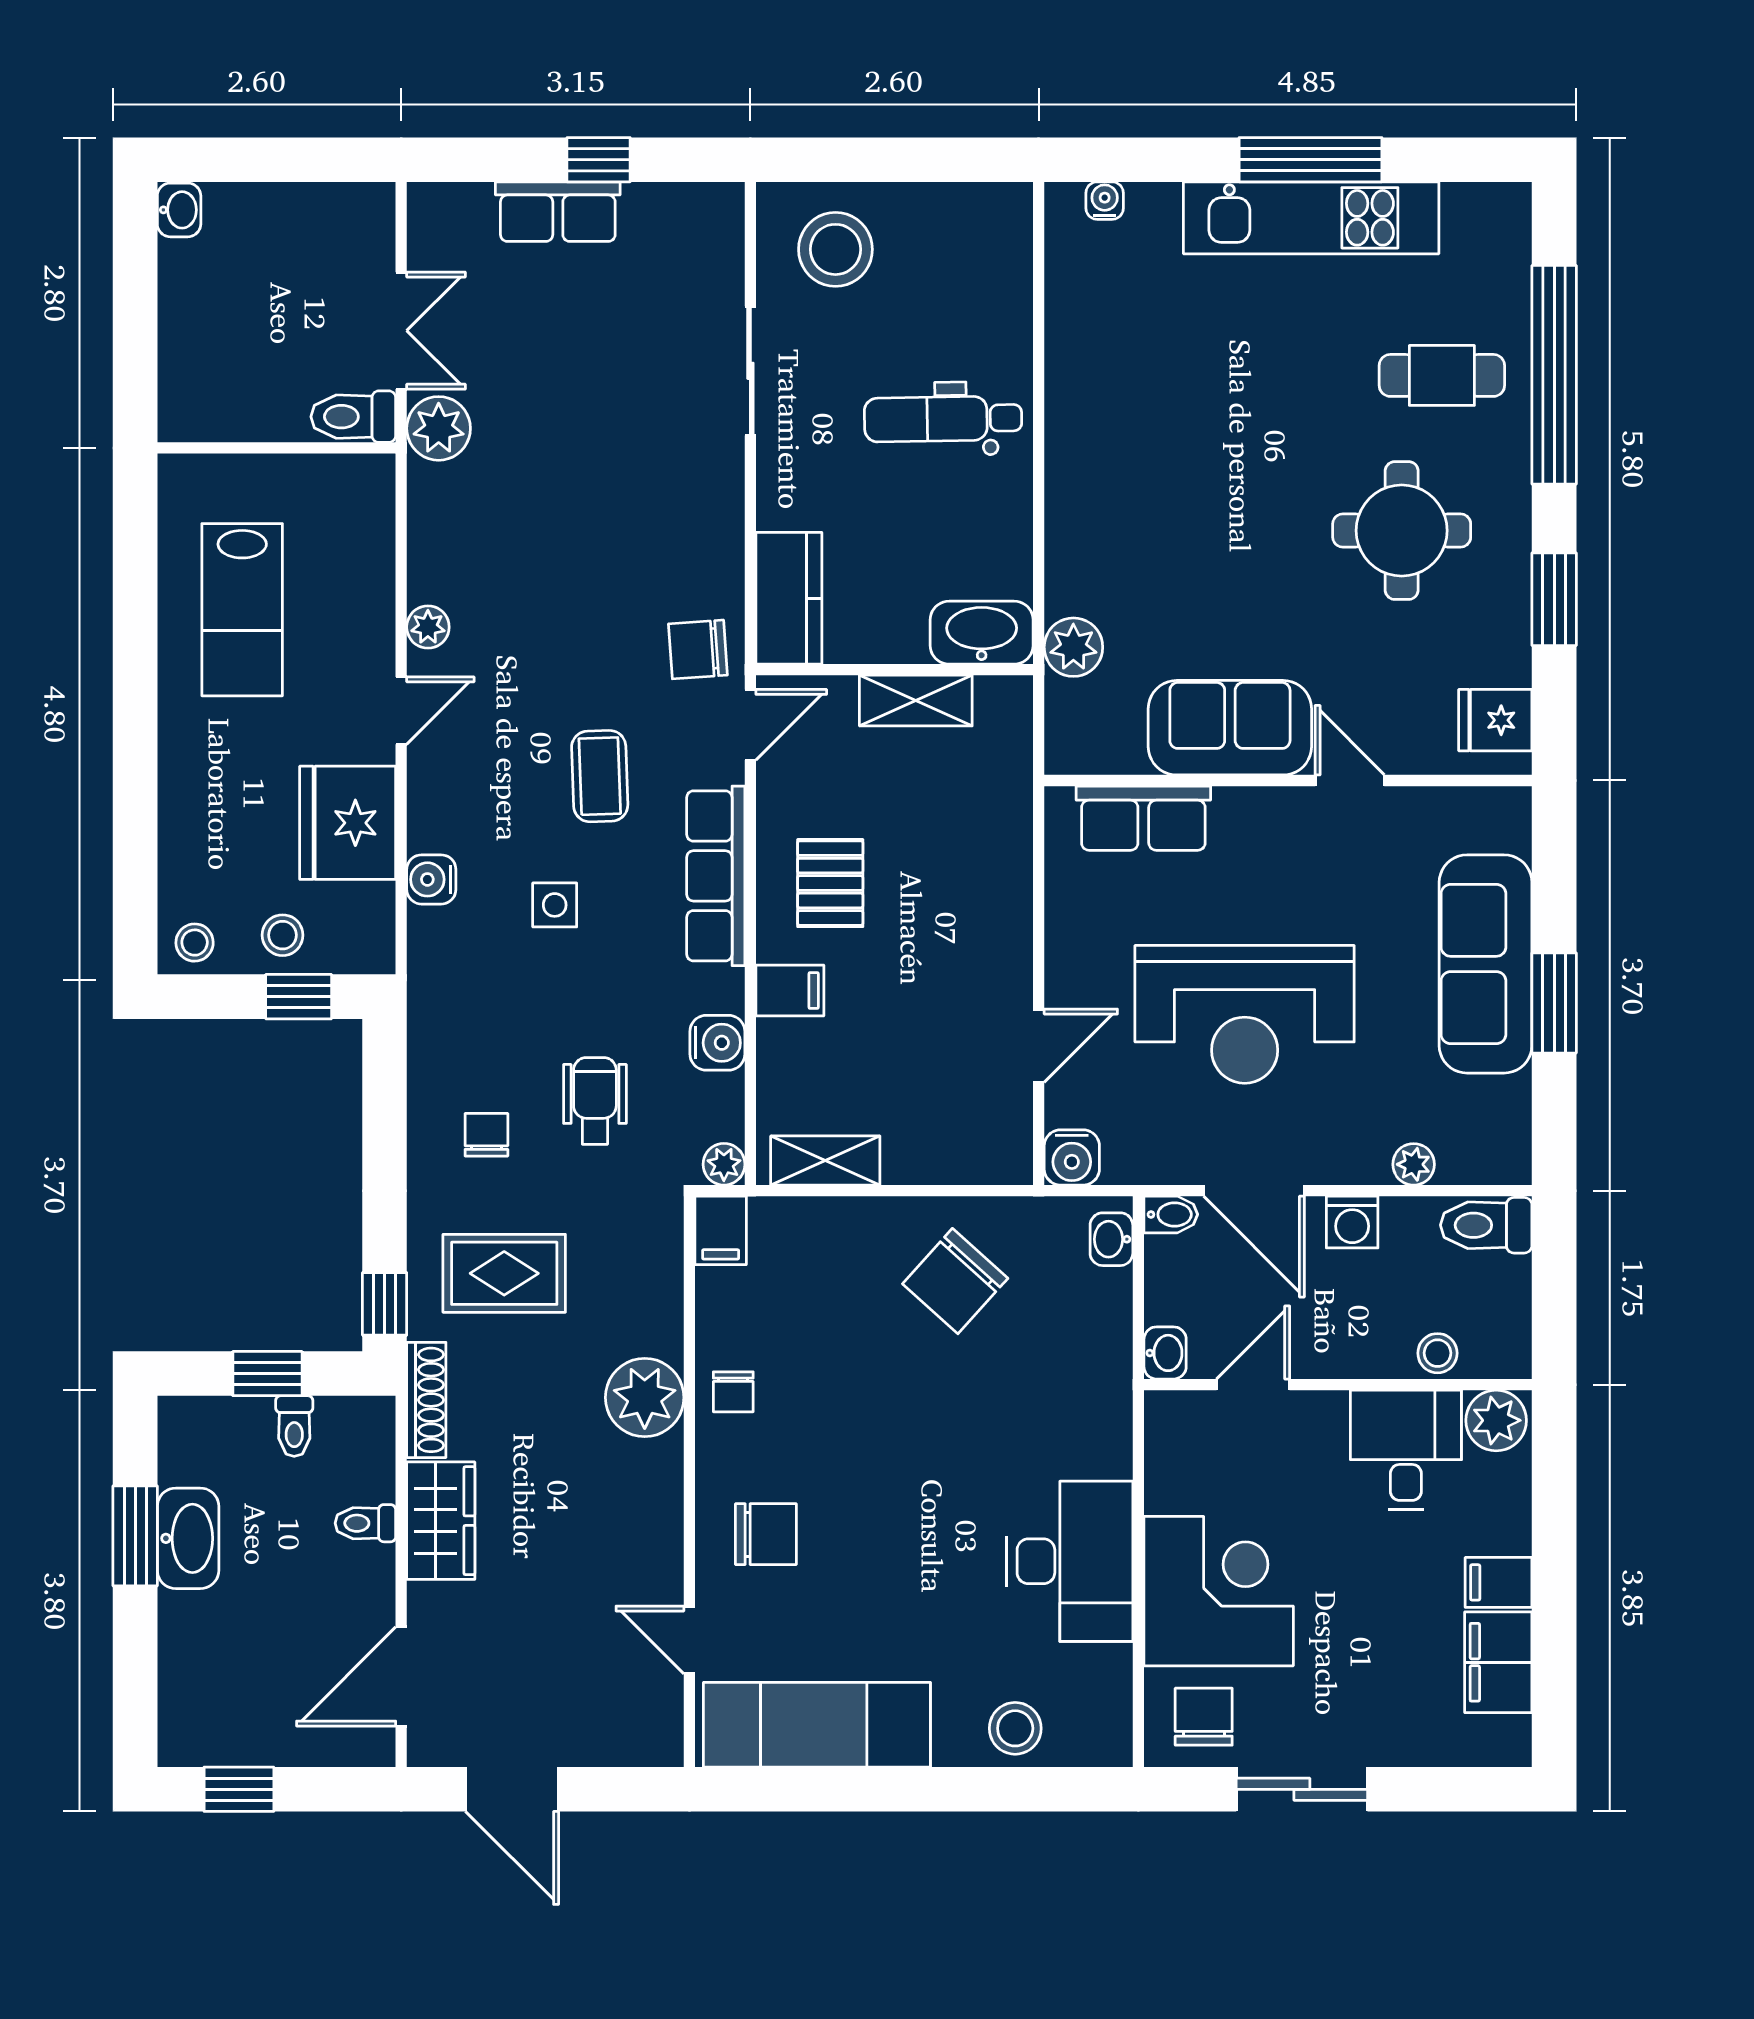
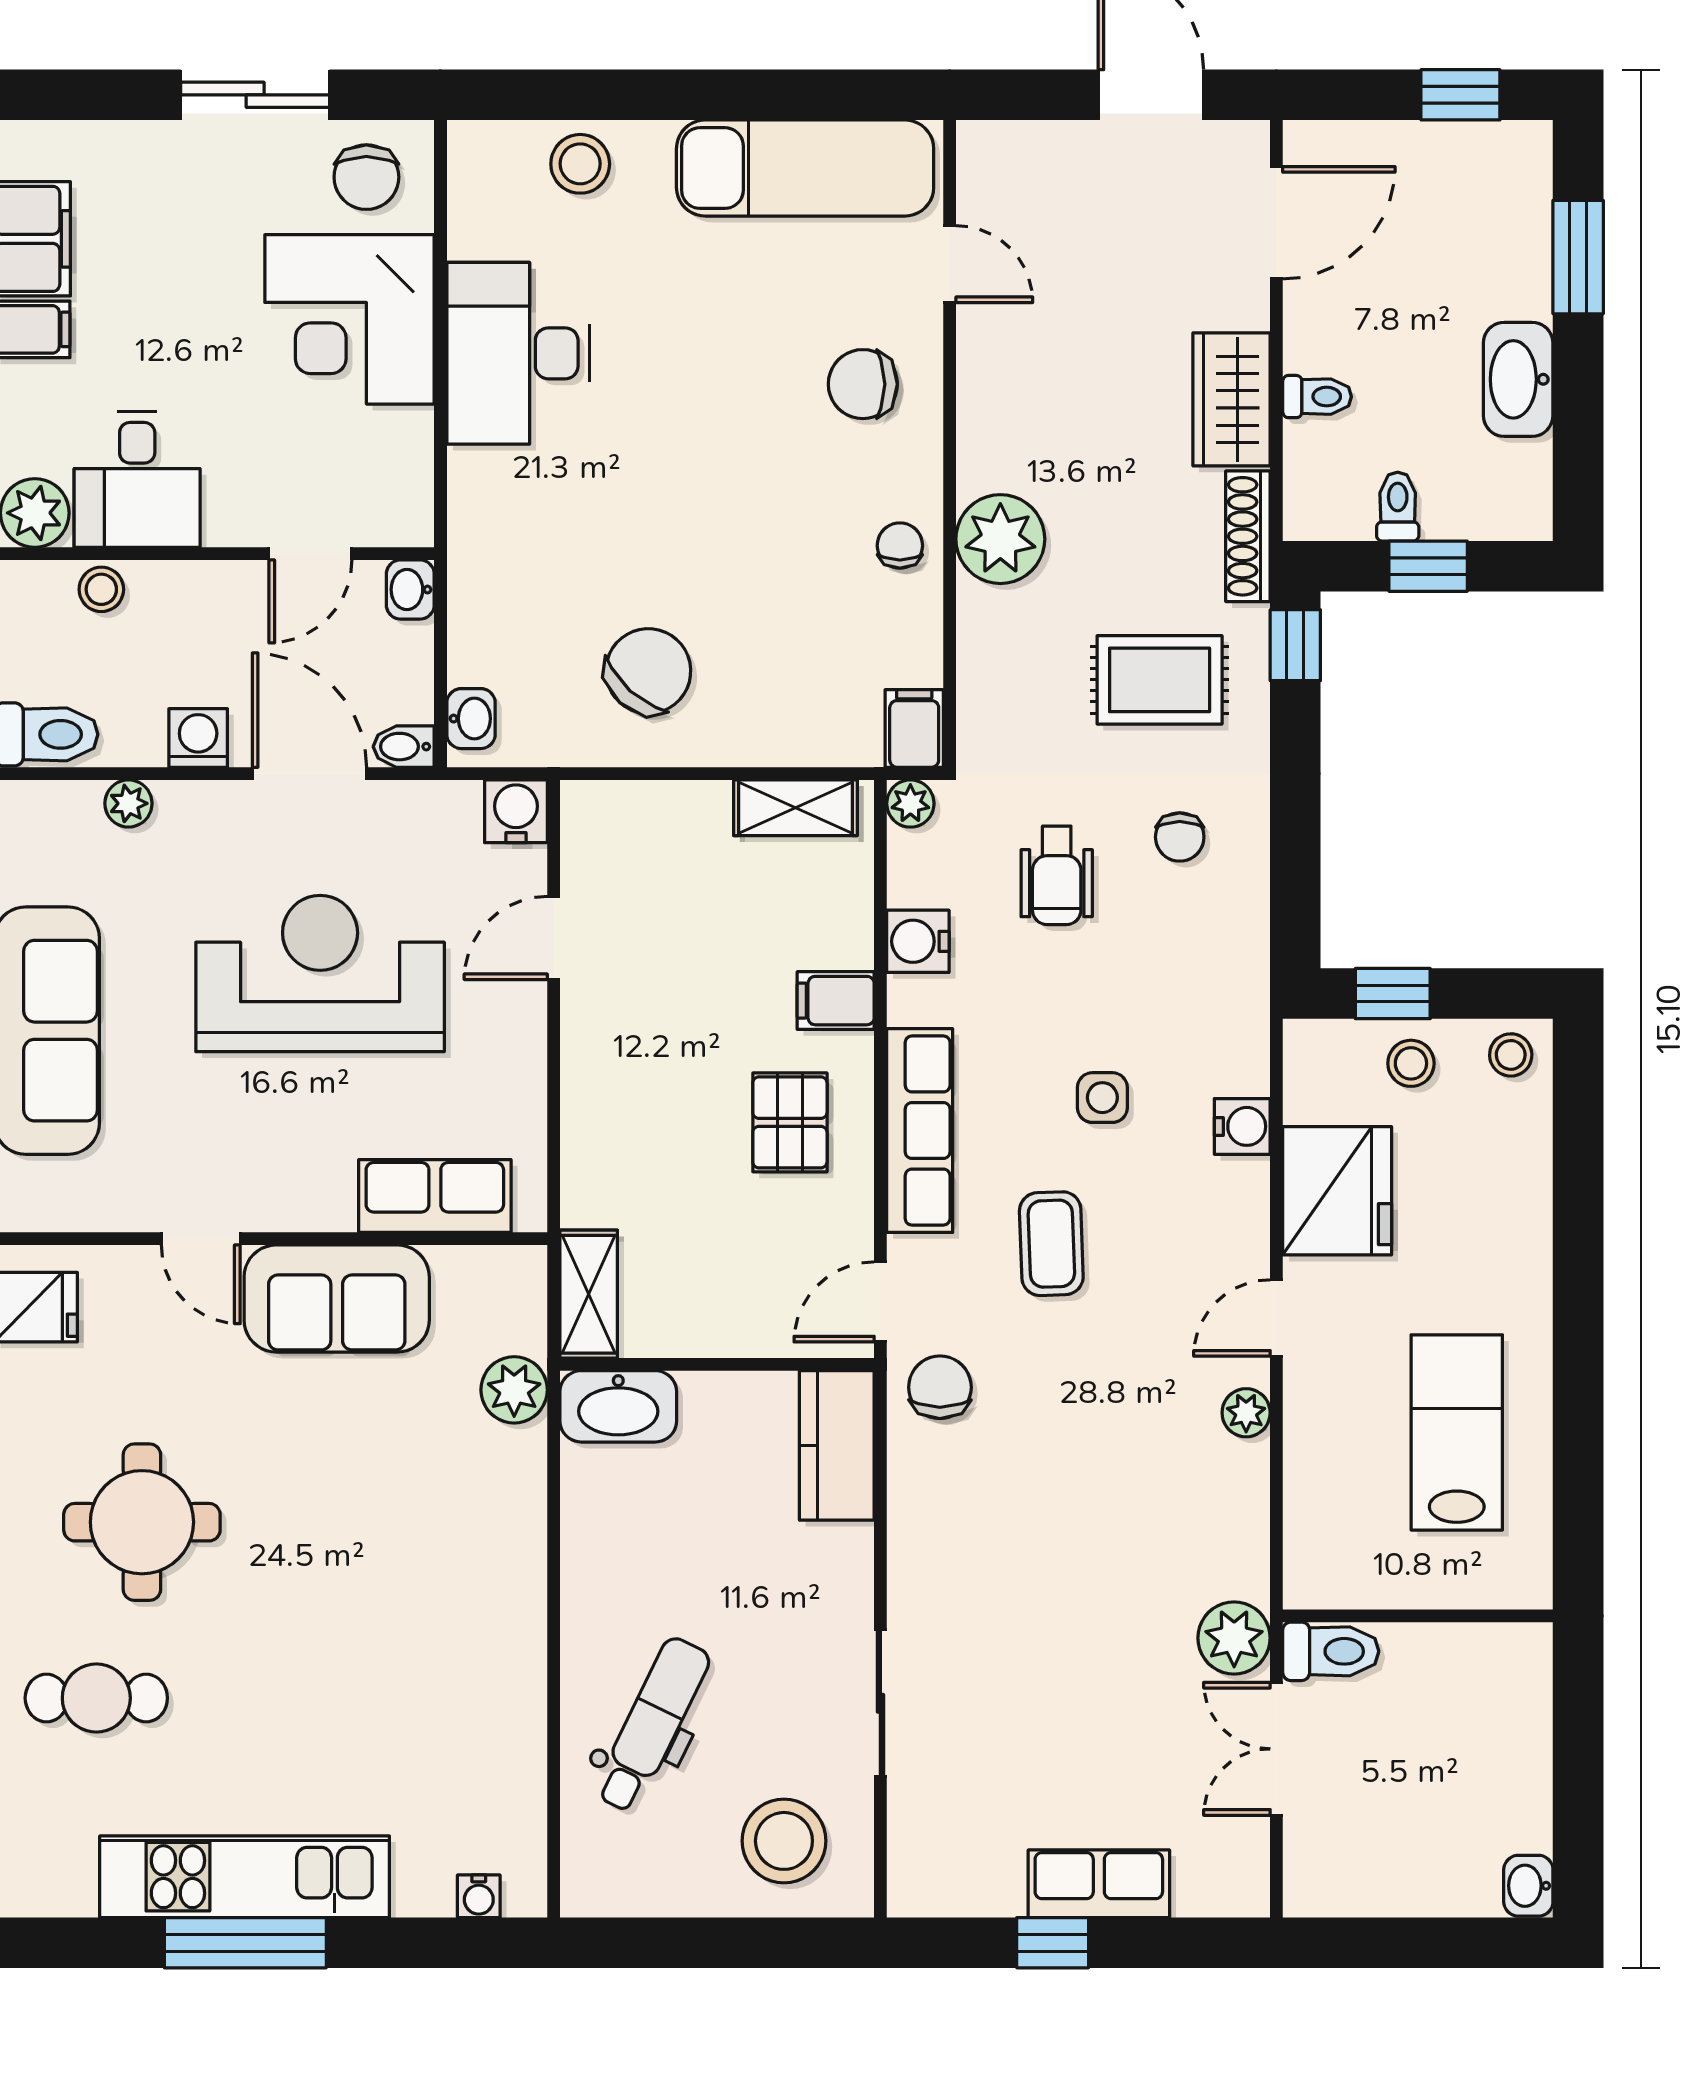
dental chair: (943, 419) -> (652, 1725), moved, turned -63
chair: (698, 649) -> (940, 1387), turned -86
shelving: (916, 701) -> (589, 1294), moved, turned 90
window: (135, 1536) -> (1578, 257), moved

